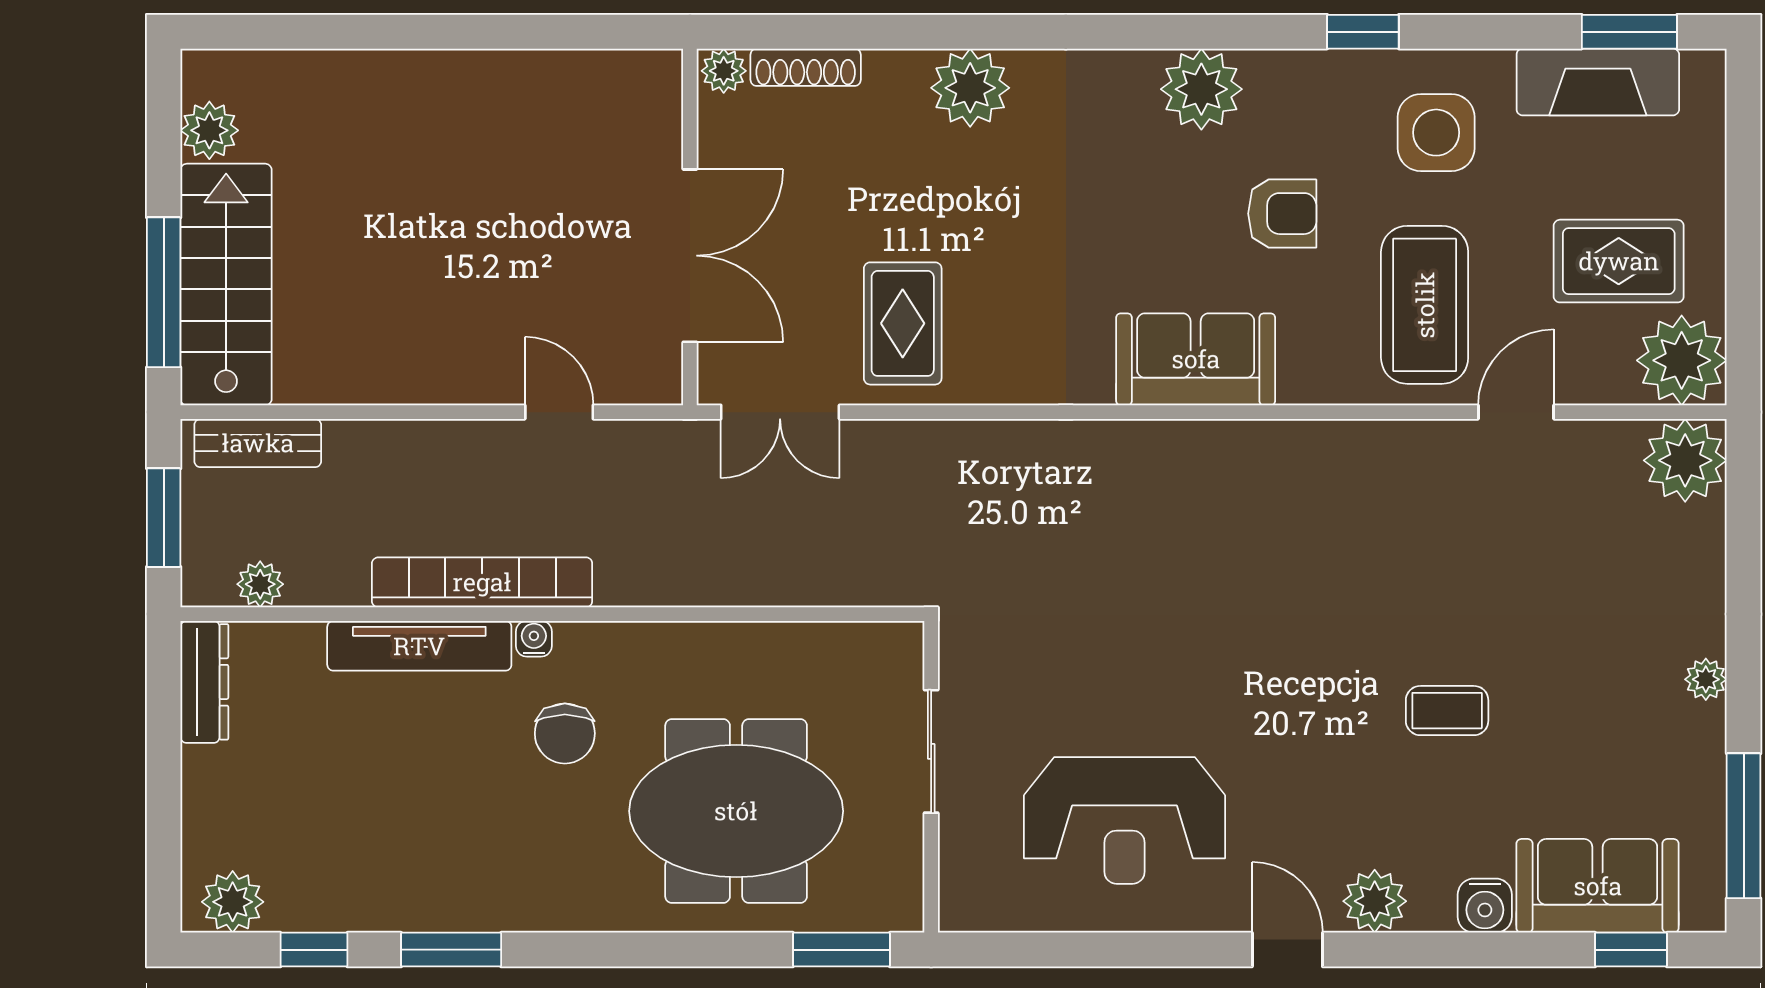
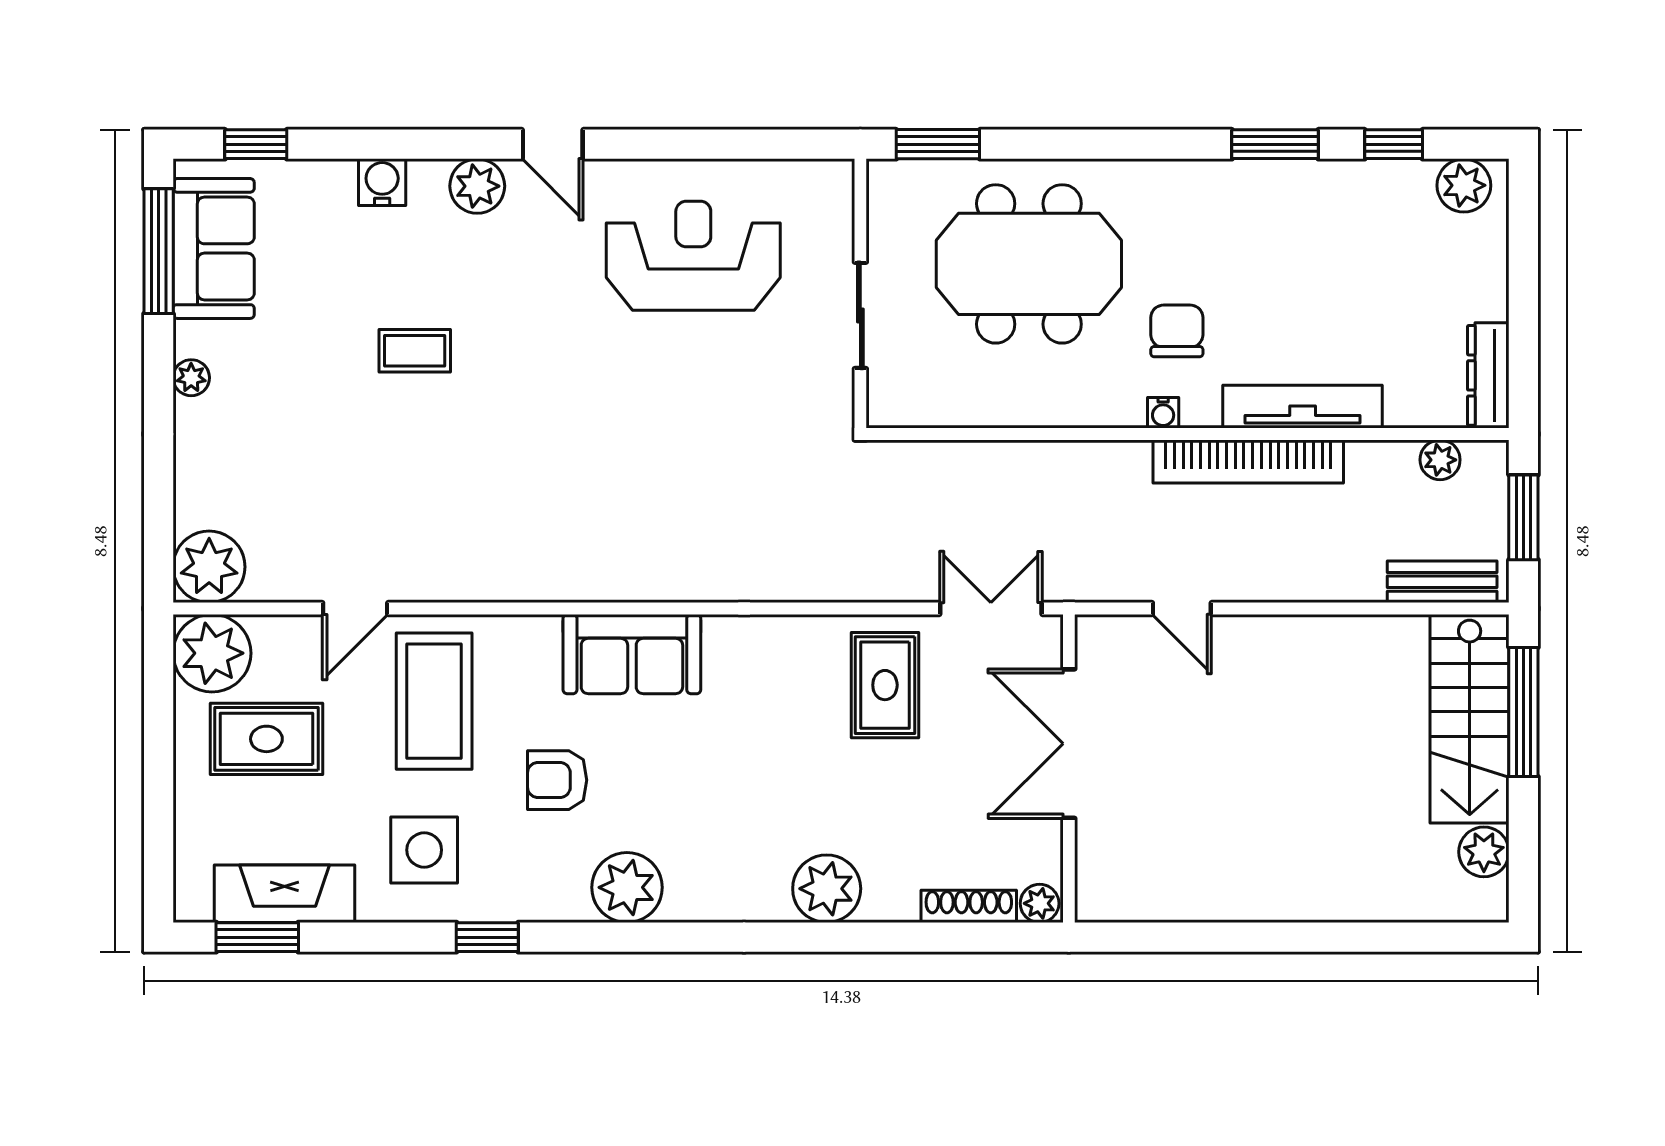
water cooler: (534, 639) -> (1163, 413), moved
sofa: (1598, 886) -> (214, 248), moved, turned -90

